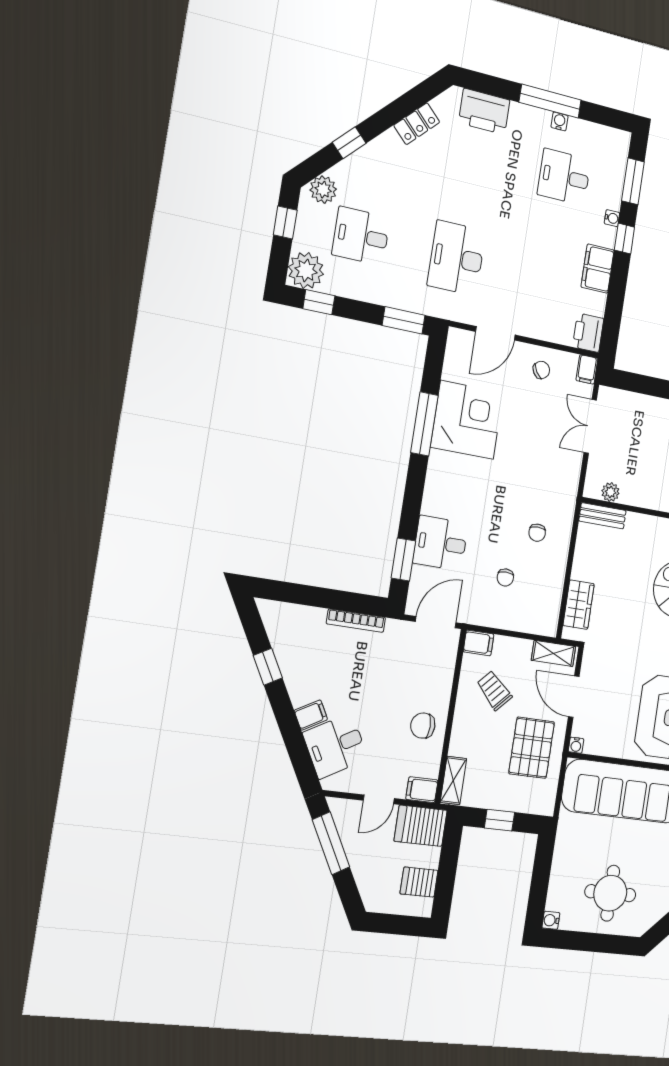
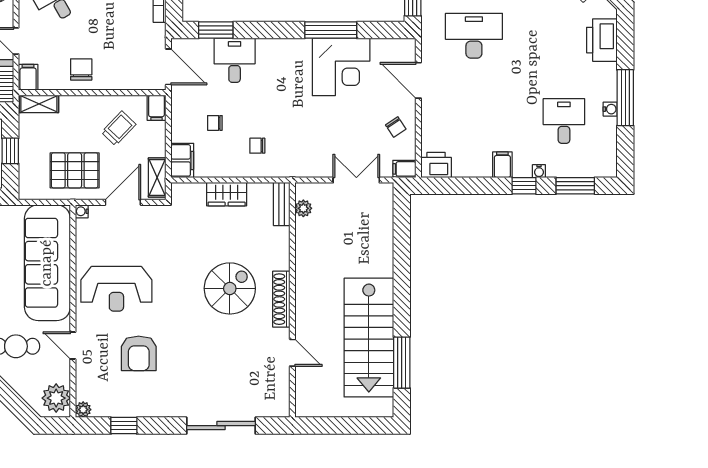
filing cabinet: (598, 269) -> (502, 165), width x0.50
wardrobe: (579, 605) -> (227, 194), moved
filing cabinet: (540, 622) -> (182, 160), added

